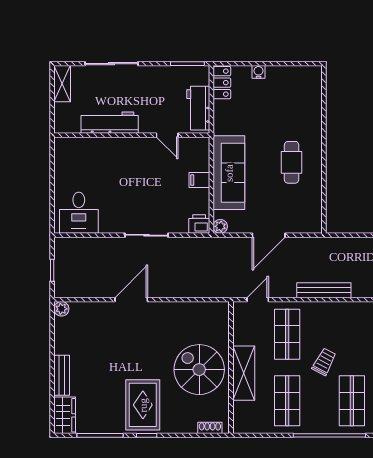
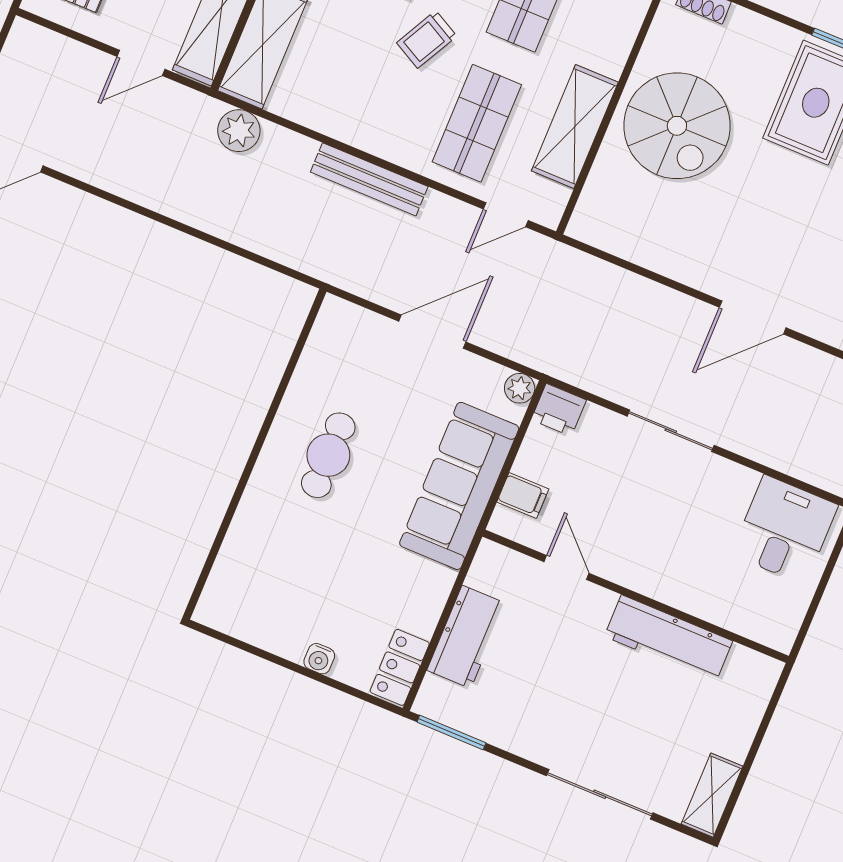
workbench: (110, 123) -> (668, 639), moved
wall: (132, 135) -> (636, 596), moved
door: (167, 135) -> (566, 568), moved
shelving: (244, 373) -> (575, 126), moved

